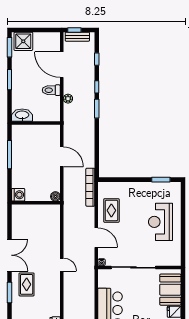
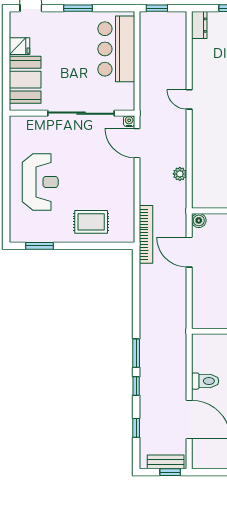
plant: (68, 99) -> (180, 174), moved
door: (62, 157) -> (189, 252), moved
rug: (111, 210) -> (91, 222), moved, turned 90
door: (96, 238) -> (137, 143), moved
door: (62, 265) -> (189, 99), moved

